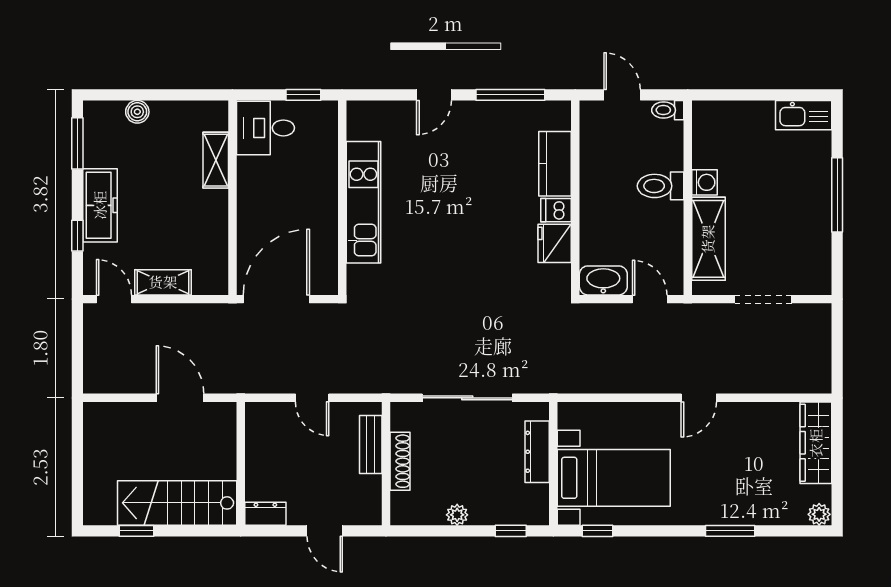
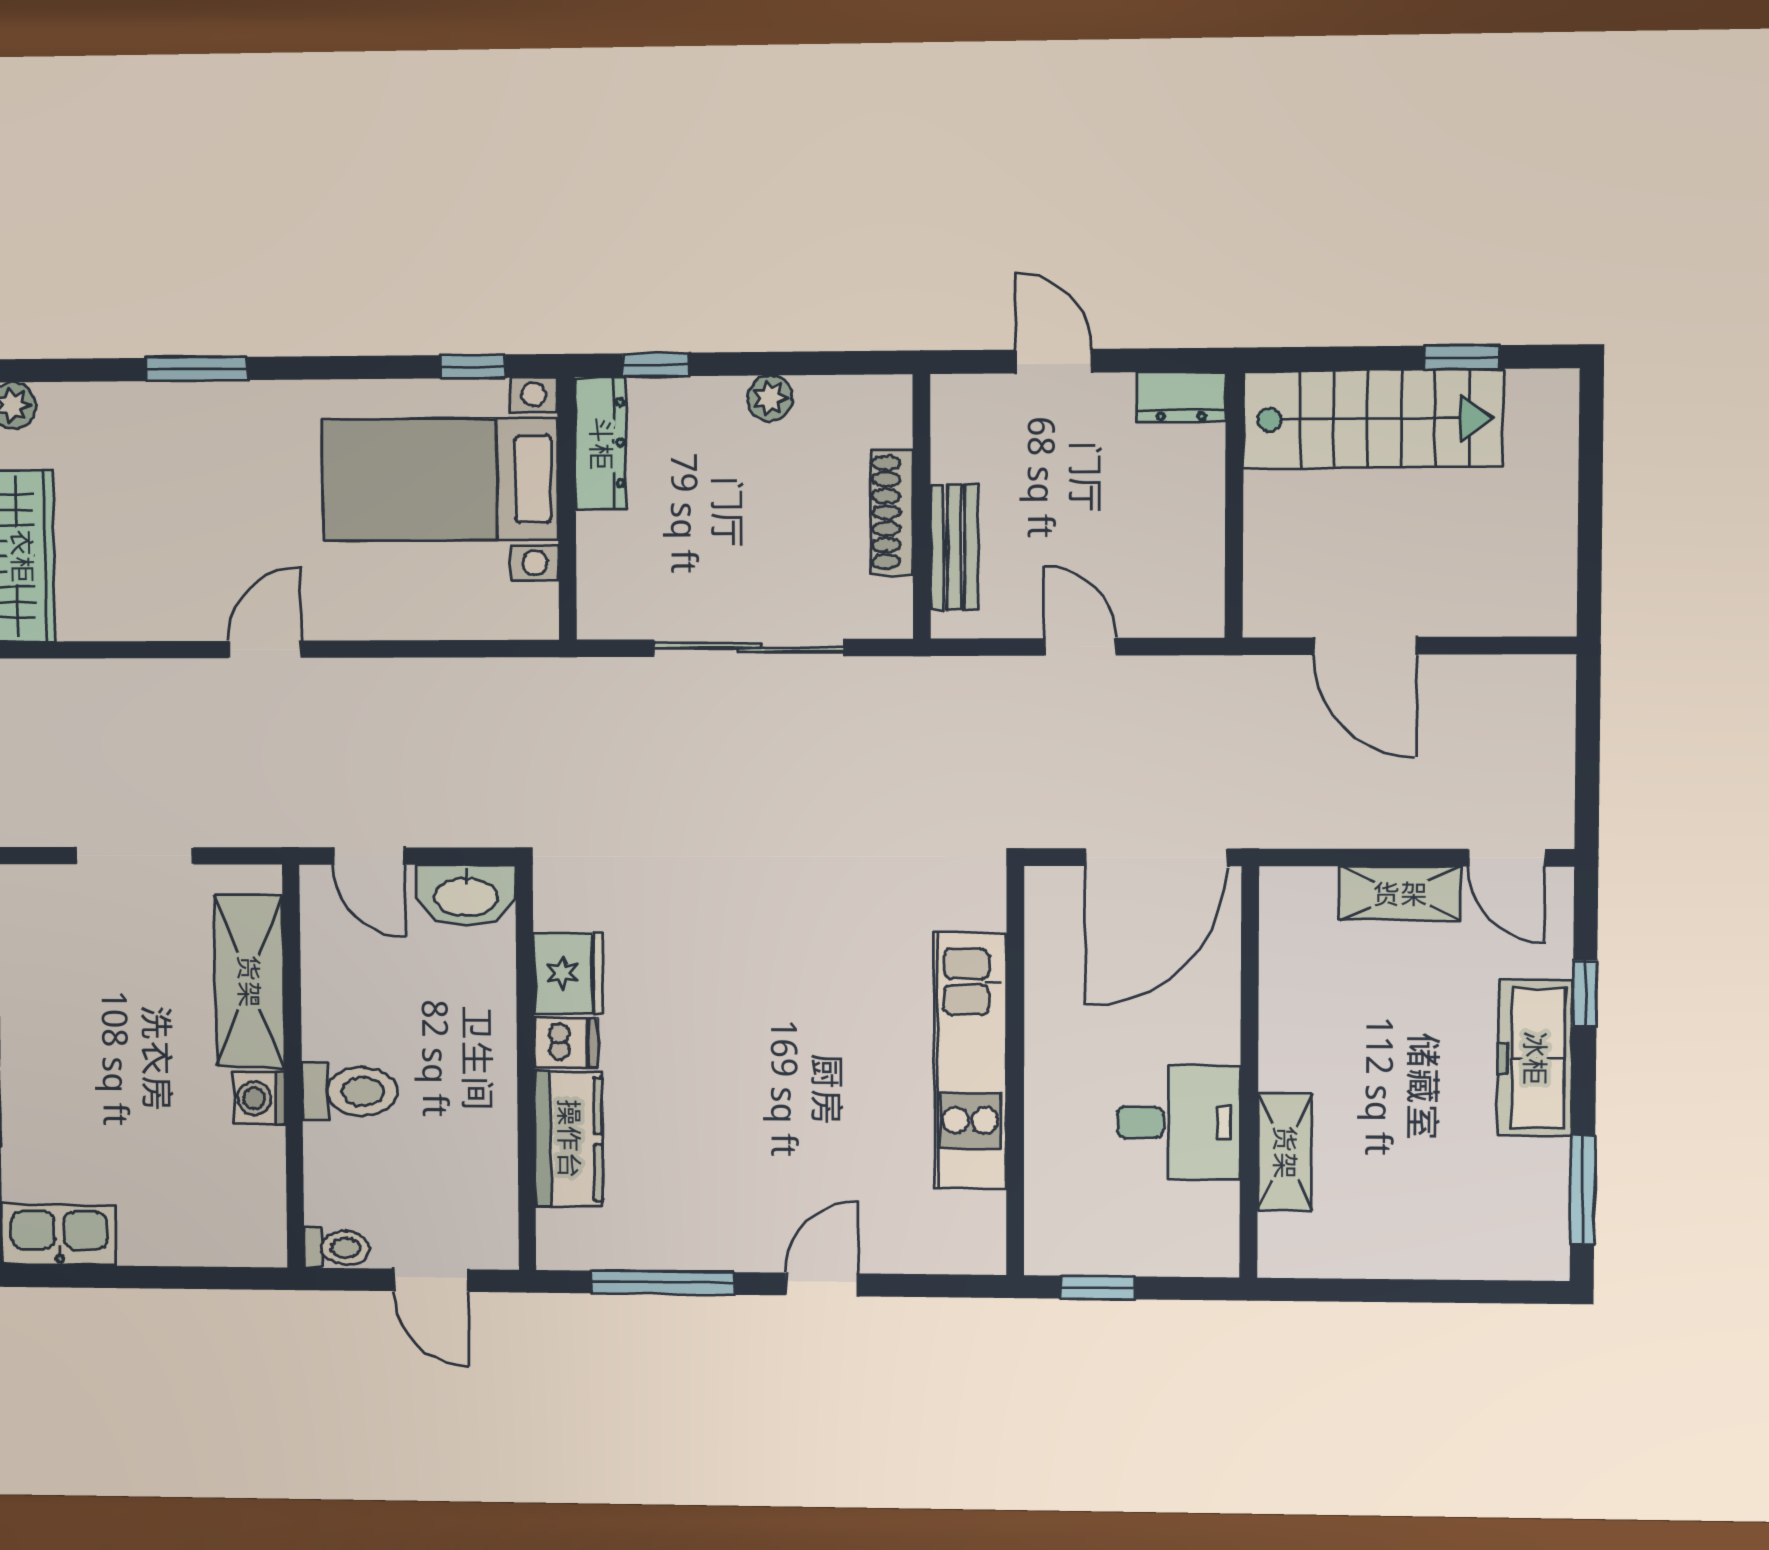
boiler: (137, 112) -> (1453, 1256), removed
desk: (265, 128) -> (1178, 1122), moved
dresser: (537, 452) -> (601, 443), moved

